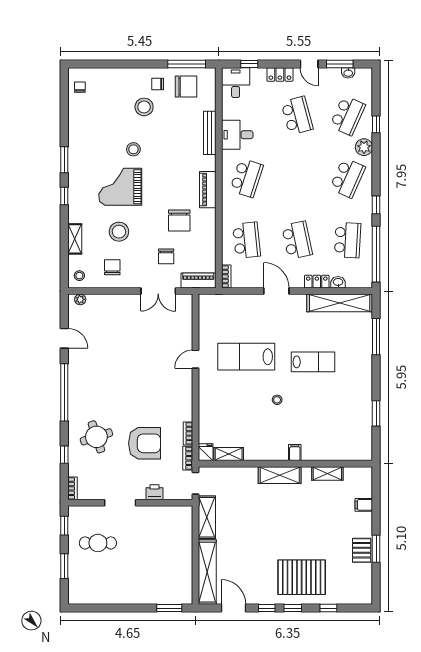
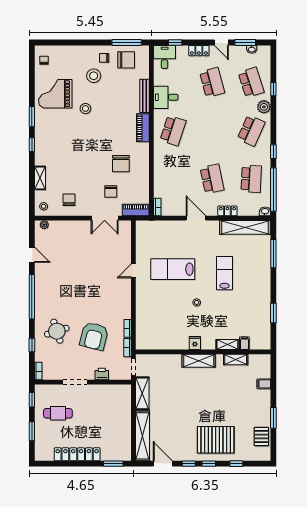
school desk: (348, 116) -> (251, 82), turned -42
grand piano: (120, 187) -> (55, 94), moved
piano: (208, 190) -> (143, 128), moved
stool: (119, 232) -> (74, 172), removed
school desk: (247, 240) -> (173, 179), removed
washbasin: (338, 282) -> (265, 211), moved
lab bench: (313, 362) -> (224, 273), turned -90
armchair: (144, 443) -> (94, 336), turned 104
fridge: (206, 452) -> (195, 343), moved
filing cabinet: (295, 453) -> (244, 343), moved
shelving: (229, 454) -> (227, 345), moved
pallet: (362, 550) -> (261, 437), moved
locker: (123, 596) -> (77, 454), added

